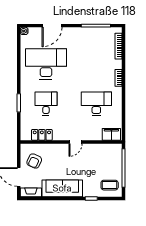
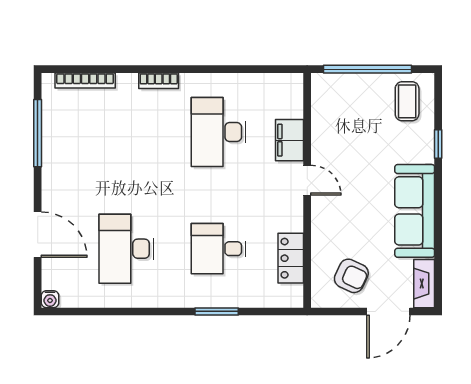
desk: (46, 64) -> (126, 249), width x0.73, depth x0.77
filing cabinet: (111, 134) -> (290, 140), moved

